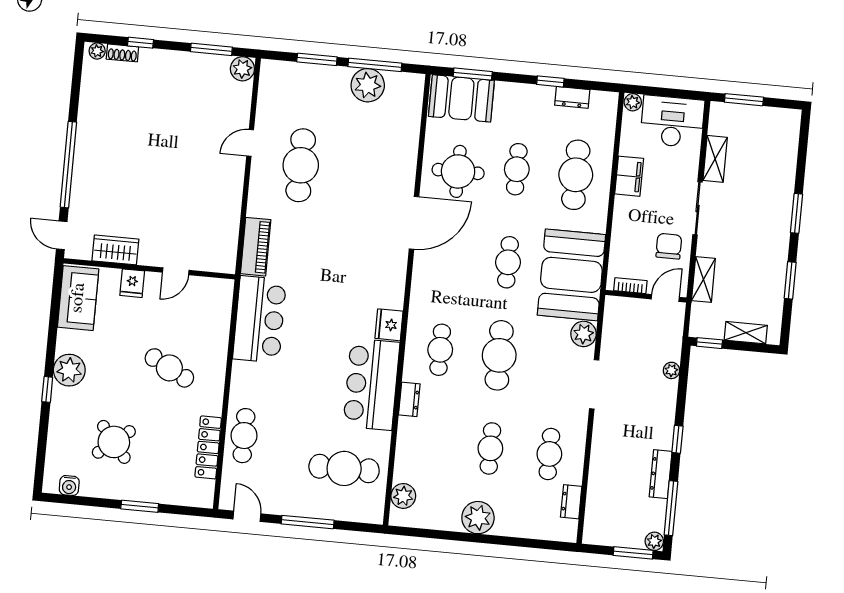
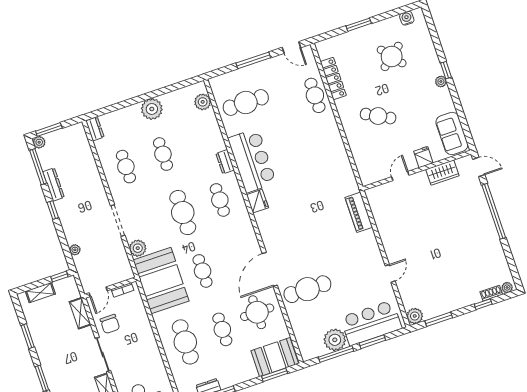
cafe table: (301, 165) -> (307, 289), moved, turned 90
filing cabinet: (629, 176) -> (153, 355), removed
bar counter: (259, 319) -> (371, 323), moved, turned 90
plant: (69, 370) -> (441, 81), width x0.53, depth x0.53
dresser: (571, 502) -> (95, 129), moved

